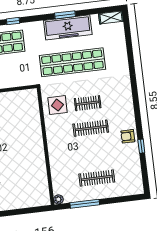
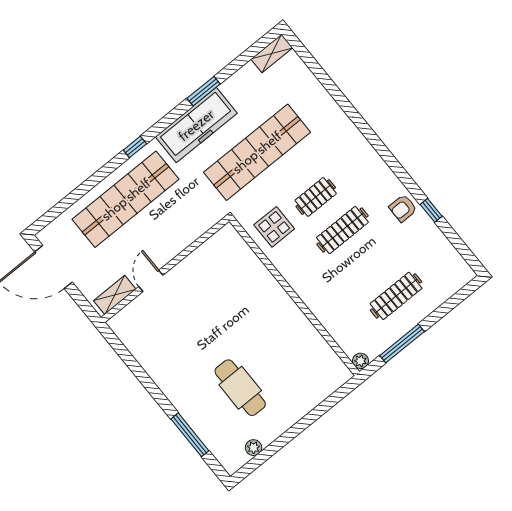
freezer: (68, 27) -> (196, 125), moved

